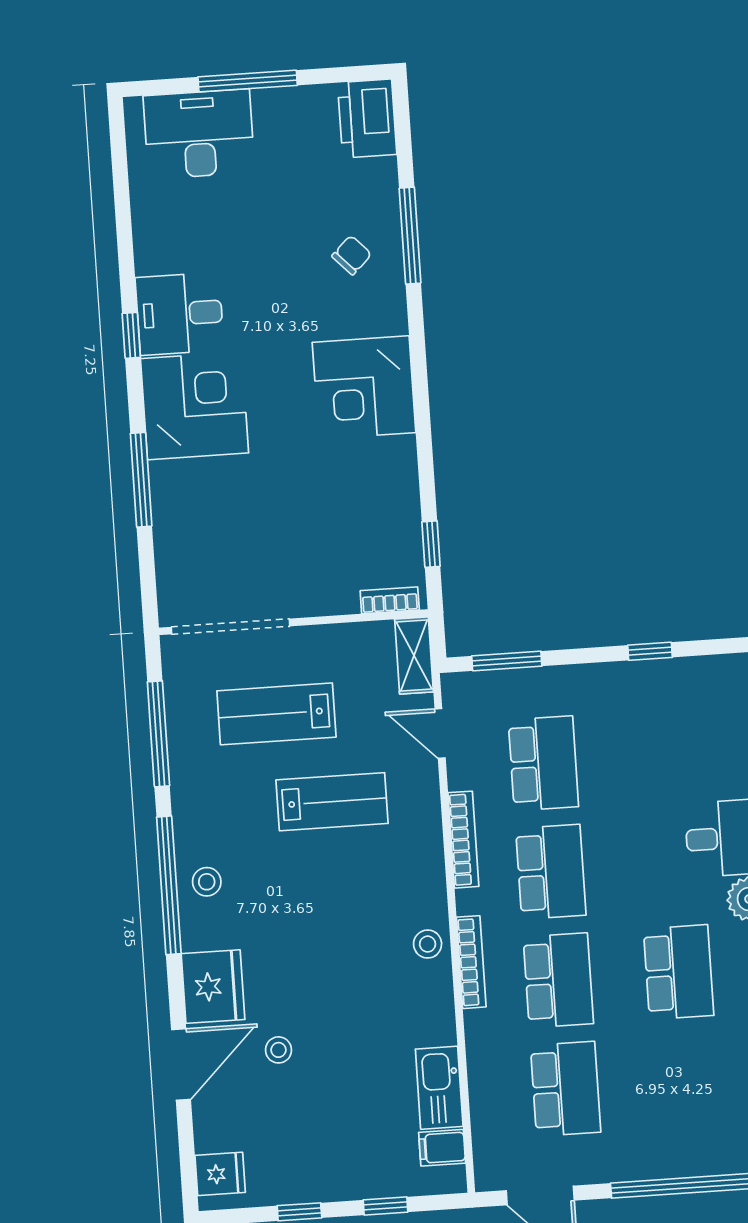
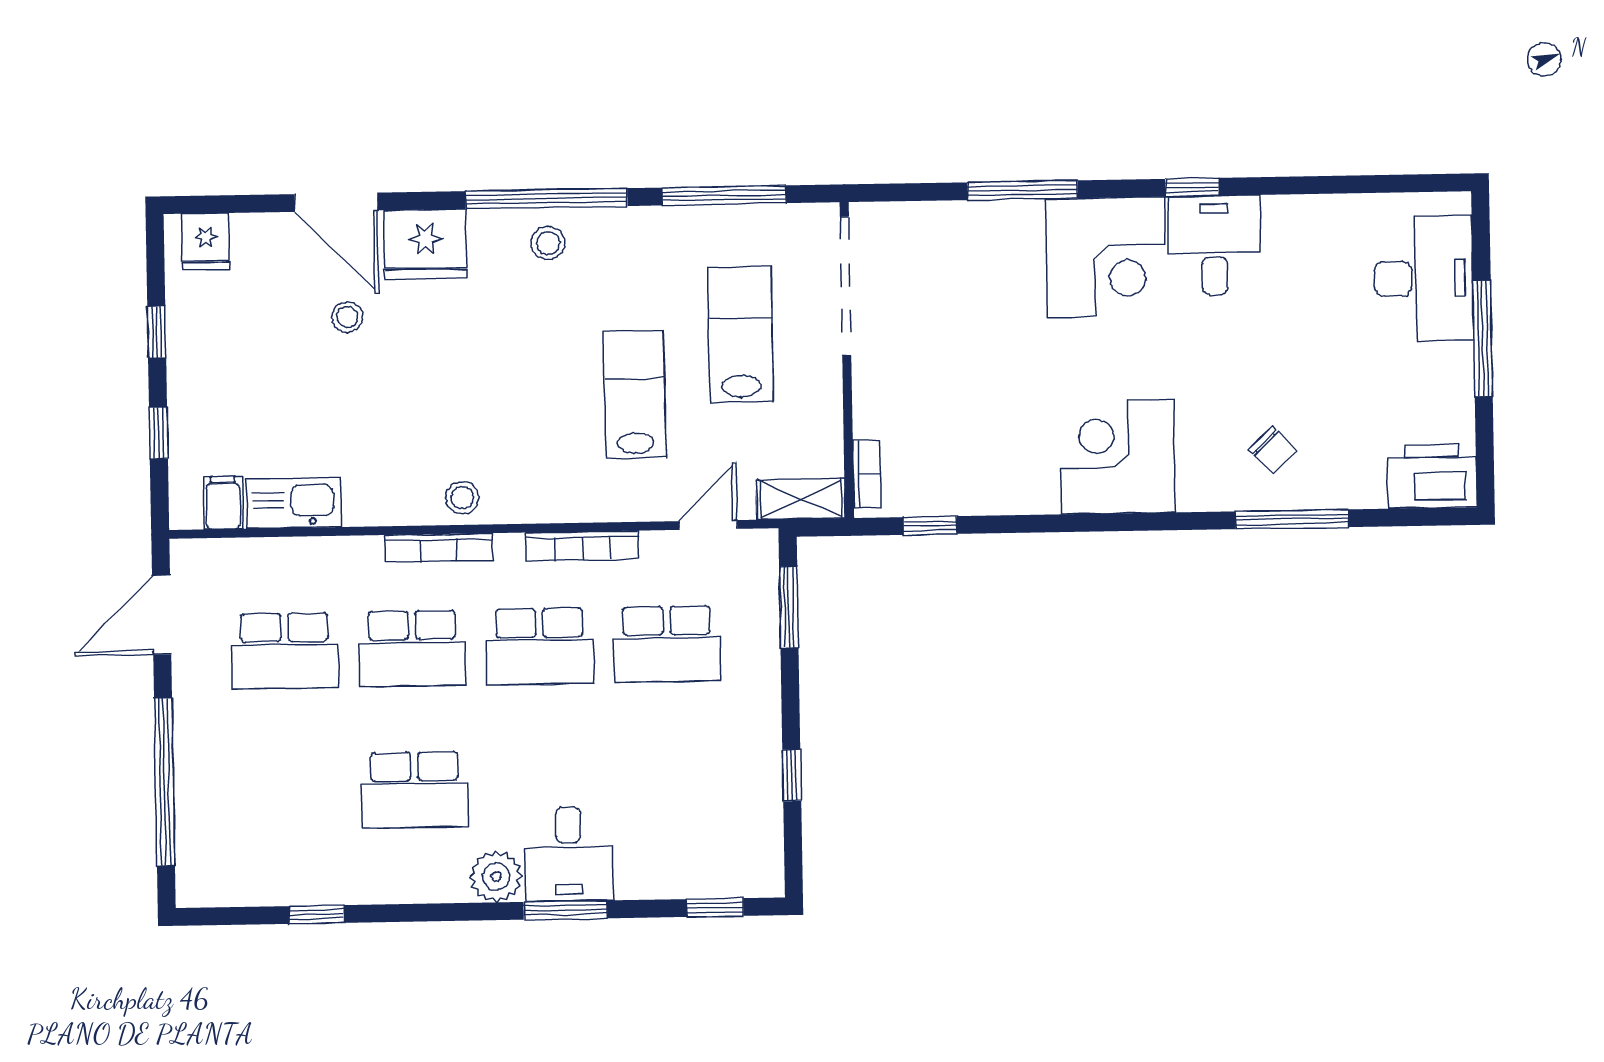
lab bench: (332, 802) -> (635, 394), turned 180

